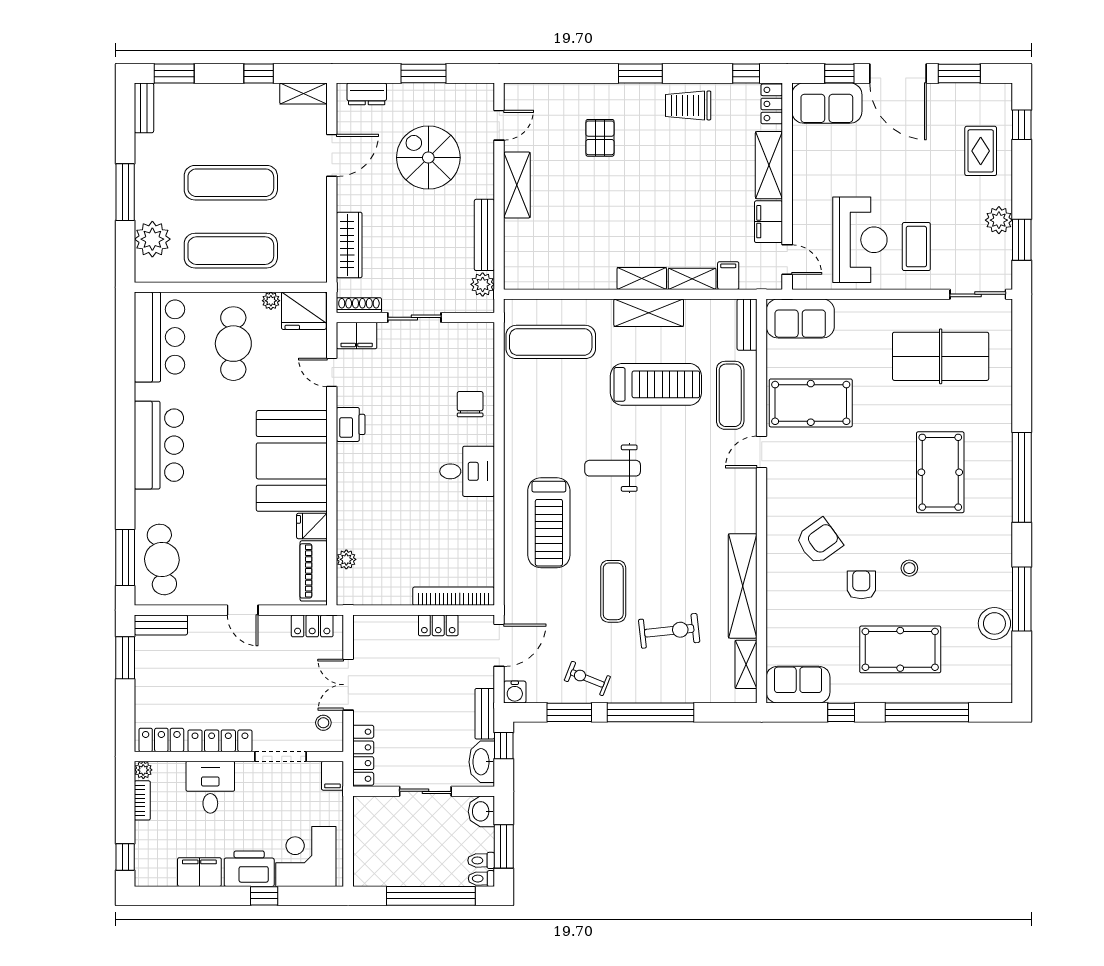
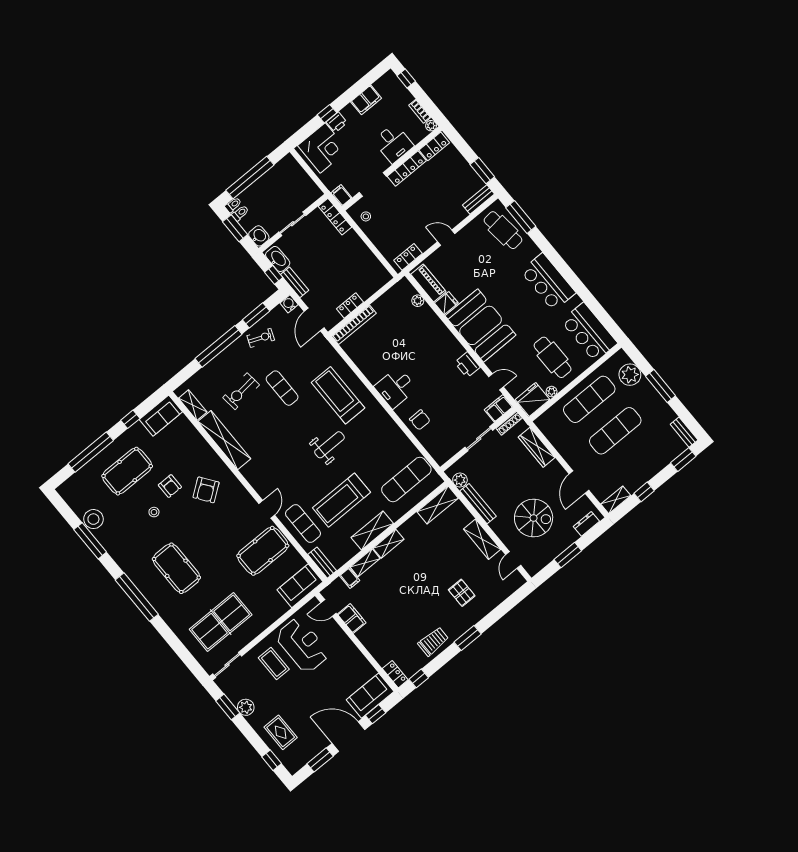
shelving: (769, 165) -> (438, 505), moved, turned 90
reception desk: (860, 240) -> (302, 645), turned 180
double door: (348, 685) -> (369, 244), removed
printer: (249, 869) -> (337, 122), width x0.53, depth x0.68

